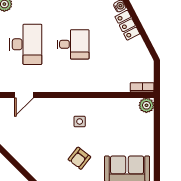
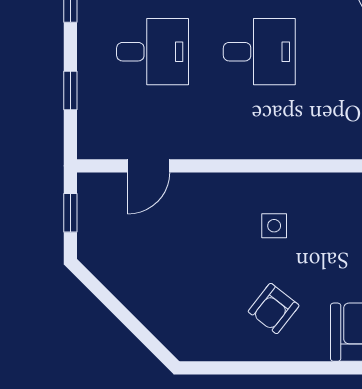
desk: (26, 44) -> (153, 52), width x0.73

